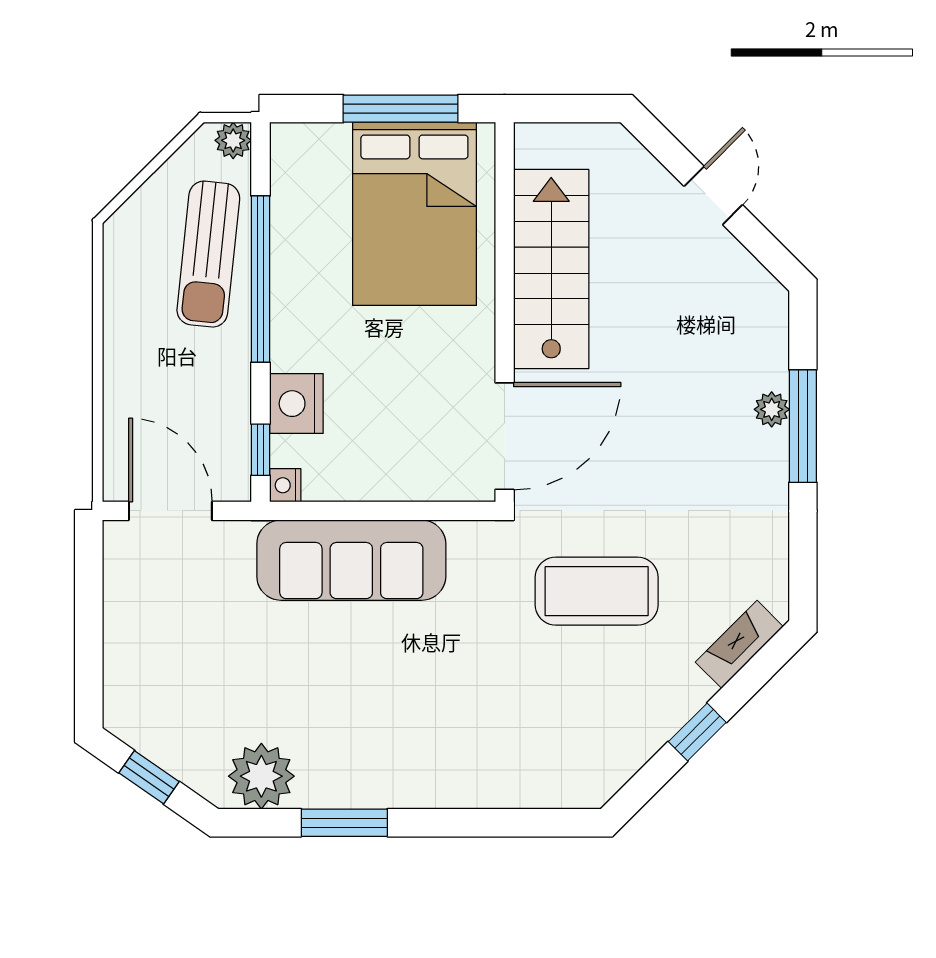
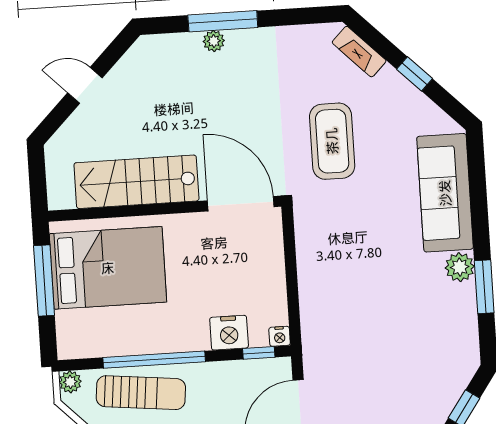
sofa: (351, 560) -> (445, 193), moved, turned 180
plant: (261, 776) -> (460, 267), moved, width x0.73, depth x0.73

